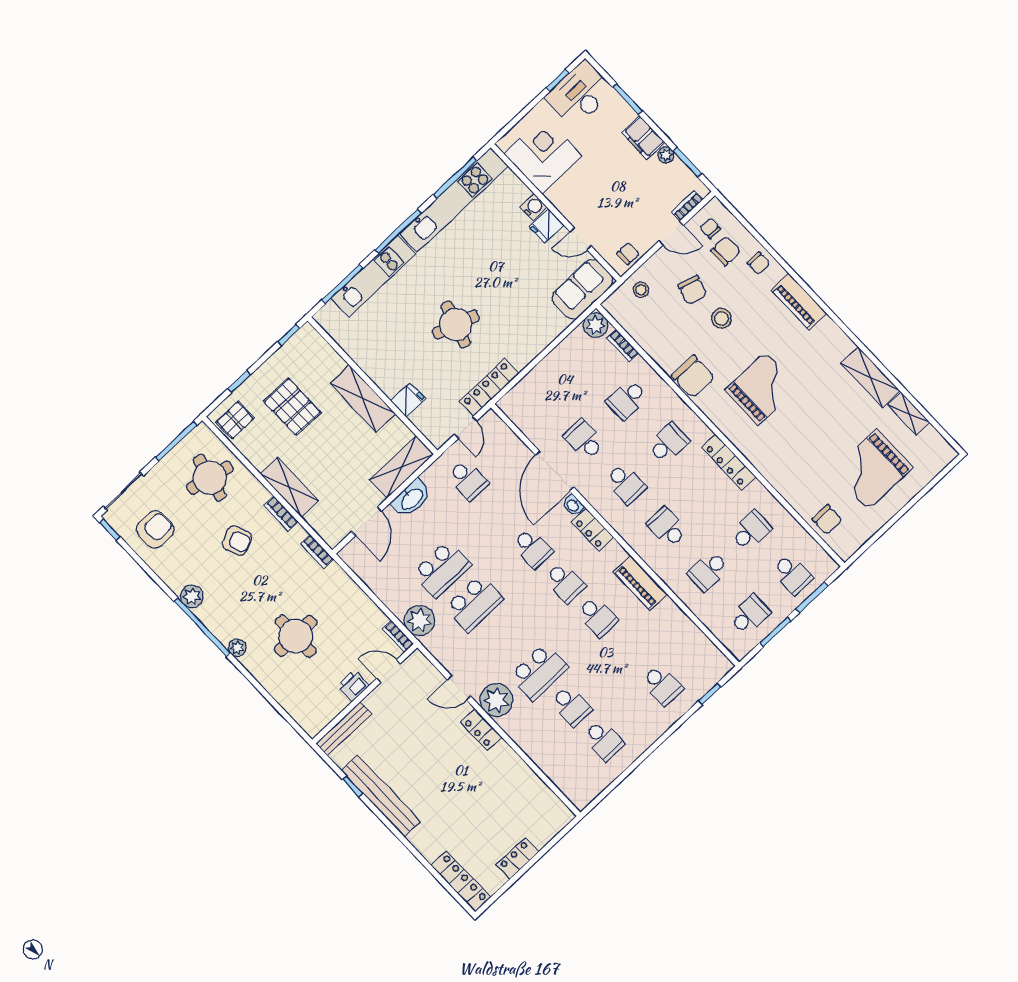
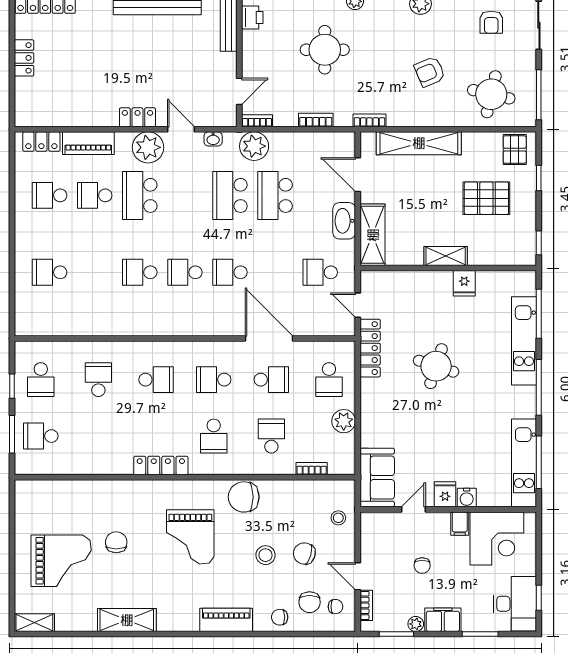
filing cabinet: (558, 194) -> (460, 524), added
kitchen unit: (454, 200) -> (524, 463), width x0.73
door: (671, 233) -> (358, 576), hinge flipped
chair: (628, 254) -> (422, 566), moved
plant: (596, 325) -> (344, 421), moved
shelving: (363, 399) -> (446, 256), width x0.67, depth x0.75
fridge: (408, 400) -> (464, 283), moved
shelving: (909, 414) -> (34, 623), moved
grand piano: (872, 469) -> (61, 561), turned 90
shelving: (289, 487) -> (419, 143), width x1.47
washbasin: (573, 505) -> (213, 139), moved, turned 180
bookcase: (281, 514) -> (316, 120), moved
chair: (827, 520) -> (116, 542), moved, turned 90
armchair: (155, 529) -> (491, 22), width x0.72, depth x0.72
locker: (592, 530) -> (41, 142), moved, turned 180
school desk: (751, 531) -> (329, 380), moved
piano: (640, 583) -> (88, 143), moved, turned 180
window: (775, 632) -> (12, 386), width x0.67
printer: (353, 686) -> (252, 18), moved
door: (459, 688) -> (181, 129), hinge flipped
window: (710, 694) -> (12, 300), removed

